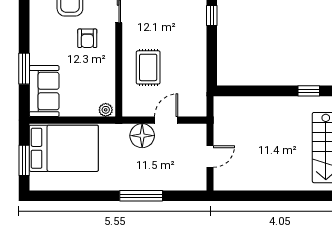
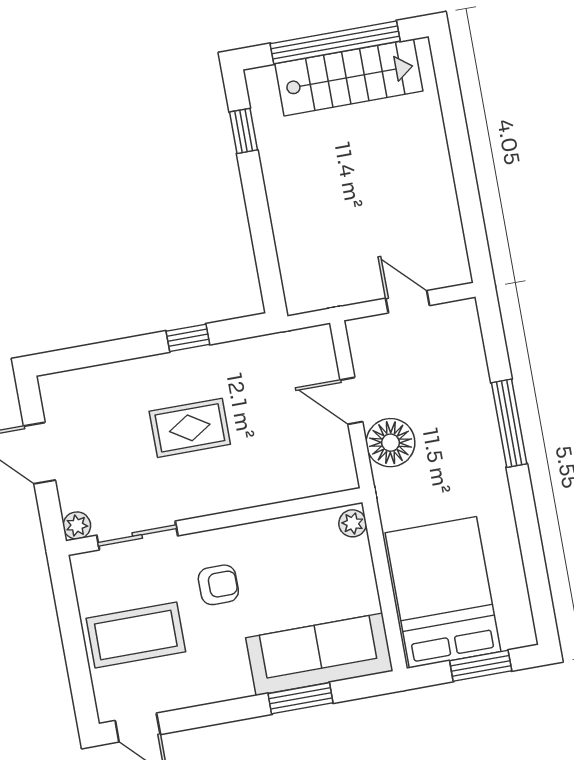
window: (212, 15) -> (188, 338), moved
rug: (148, 67) -> (190, 428), moved
sofa: (44, 91) -> (319, 654), width x1.36

